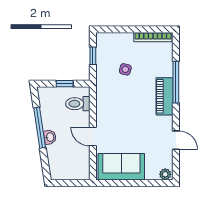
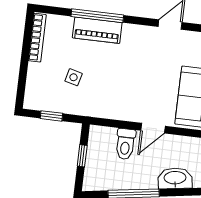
piano: (164, 96) -> (97, 30), moved
toilet: (78, 104) -> (125, 144), moved
washbasin: (50, 137) -> (175, 178), moved, width x1.91, depth x1.45

